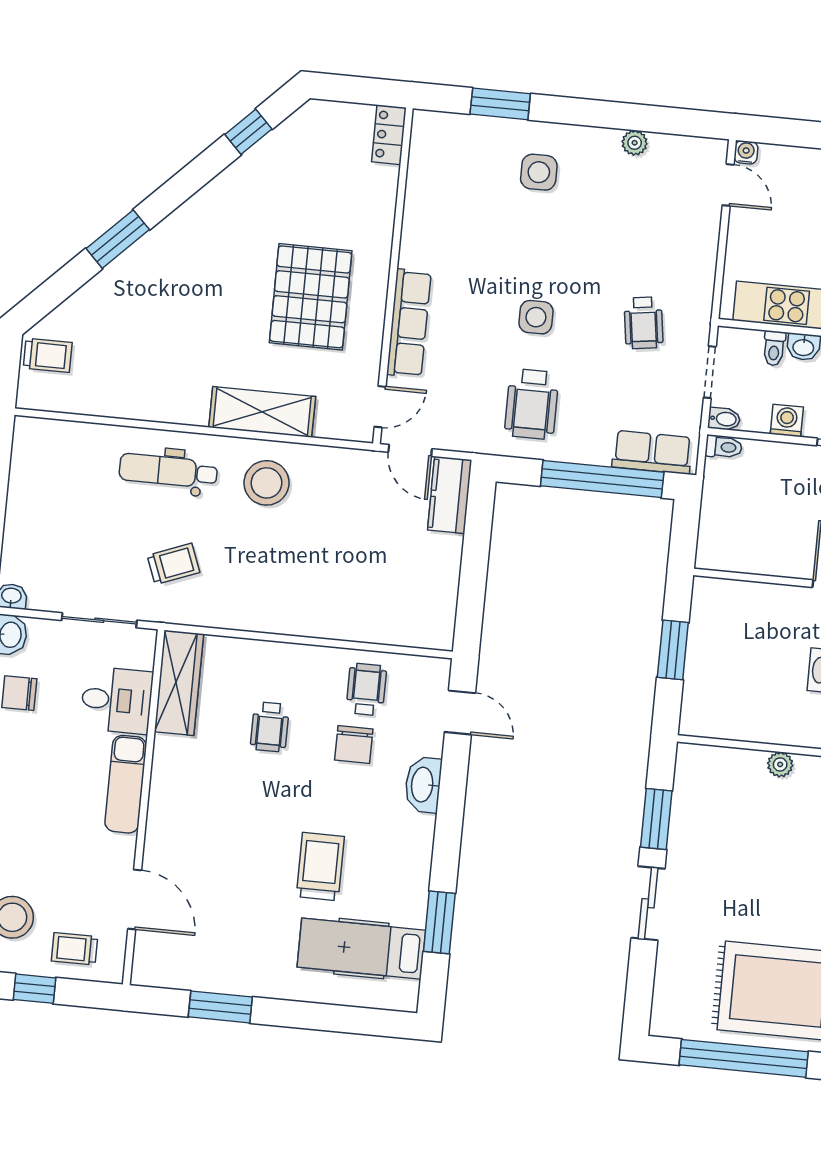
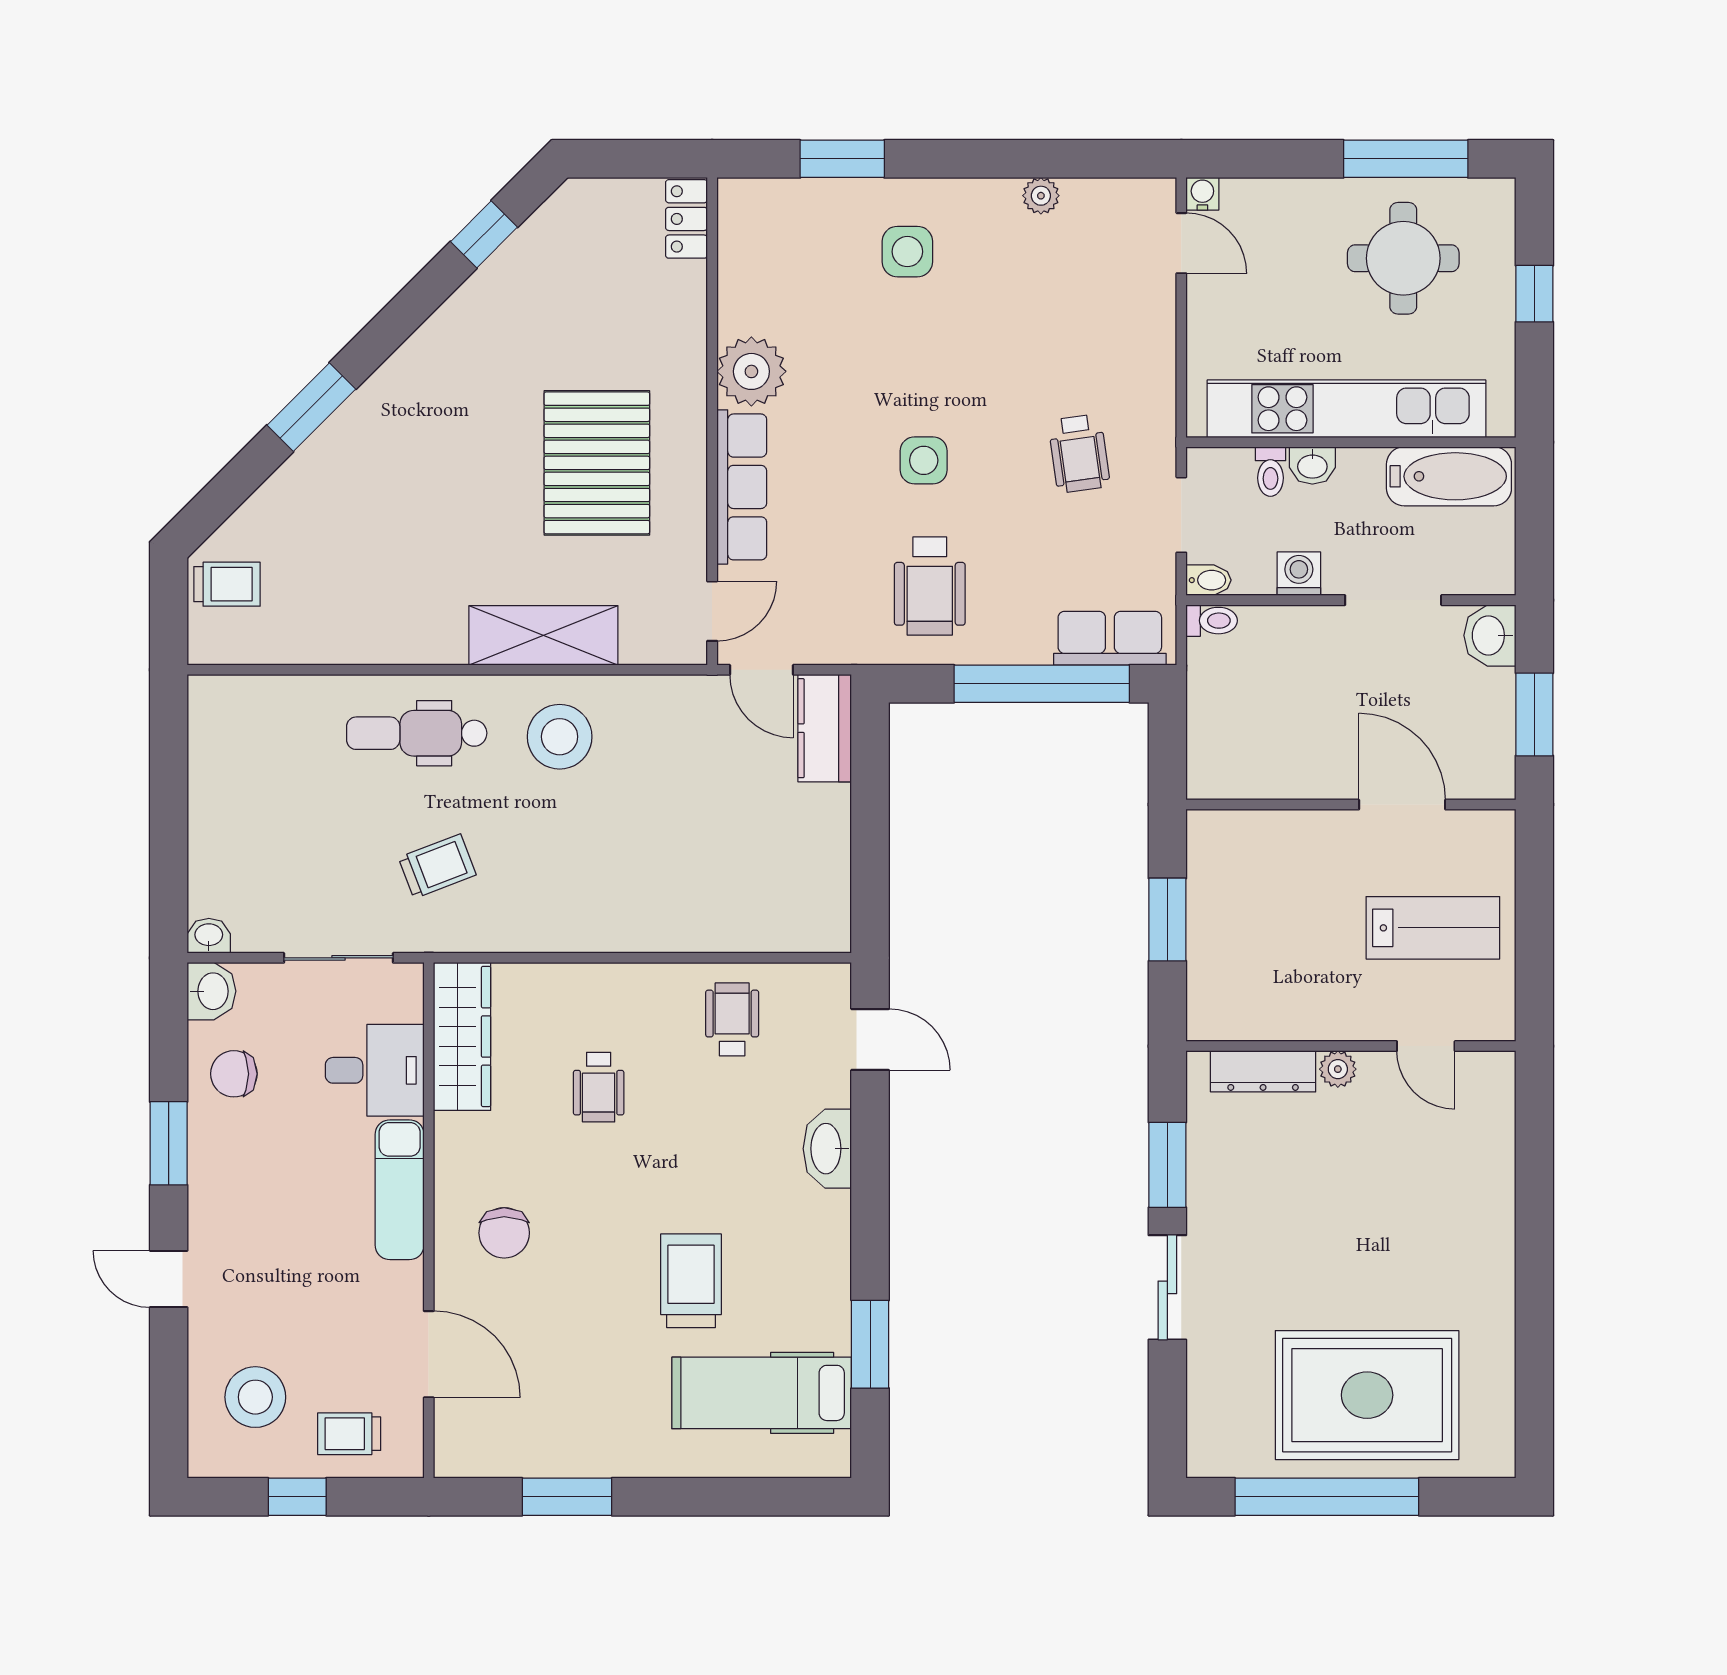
plant: (423, 244) -> (751, 371), added
chair: (354, 745) -> (504, 1233), moved
dresser: (729, 761) -> (1263, 1071), added

